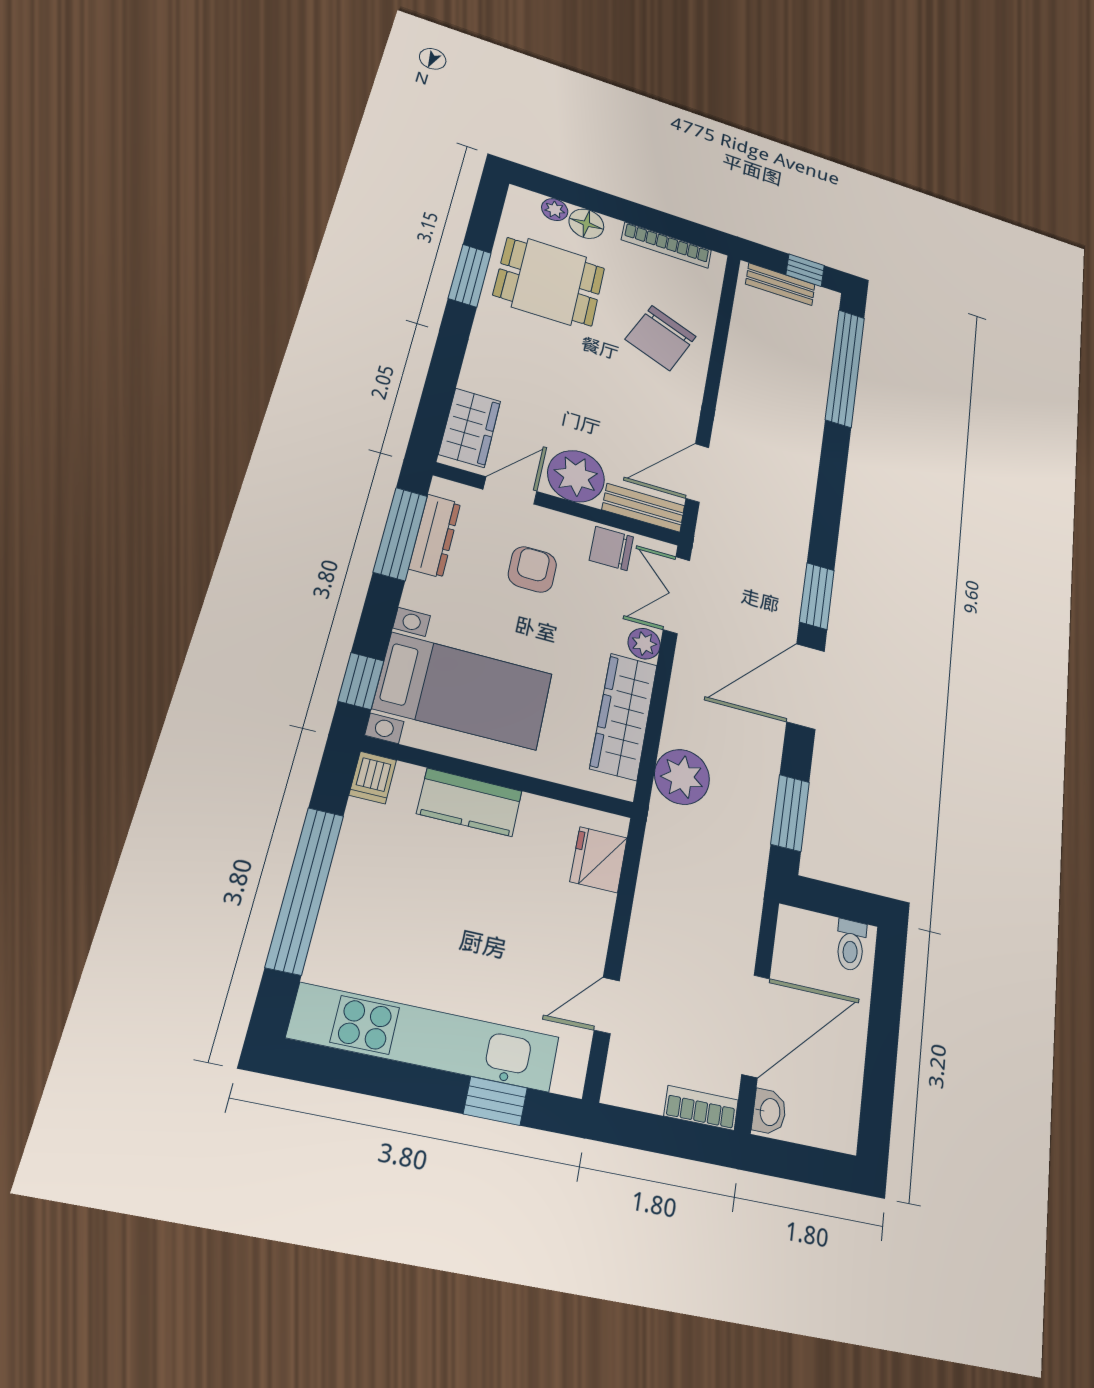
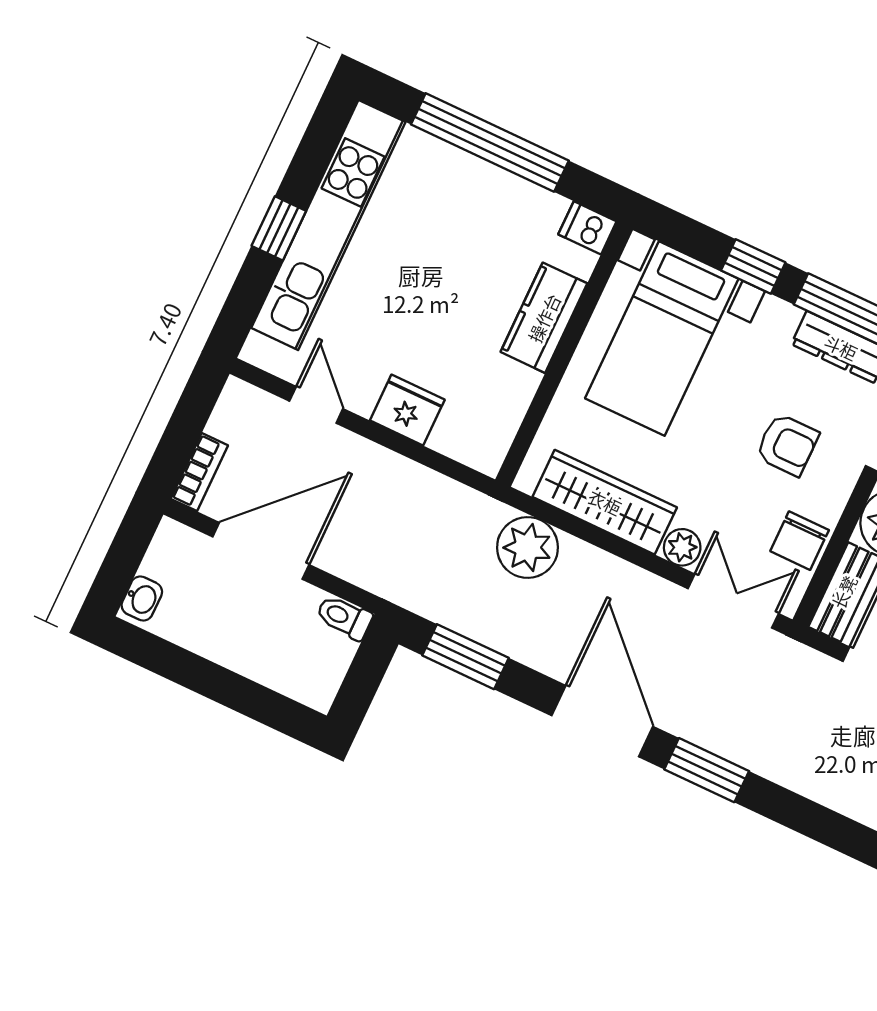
chair: (611, 548) -> (800, 541), turned 180
window: (361, 681) -> (753, 266), moved
fridge: (599, 860) -> (407, 410), moved
toilet: (851, 945) -> (344, 617), moved
door: (756, 1026) -> (261, 551), swing flipped
window: (495, 1101) -> (279, 228), moved
washbasin: (769, 1112) -> (142, 599), moved, turned -90

